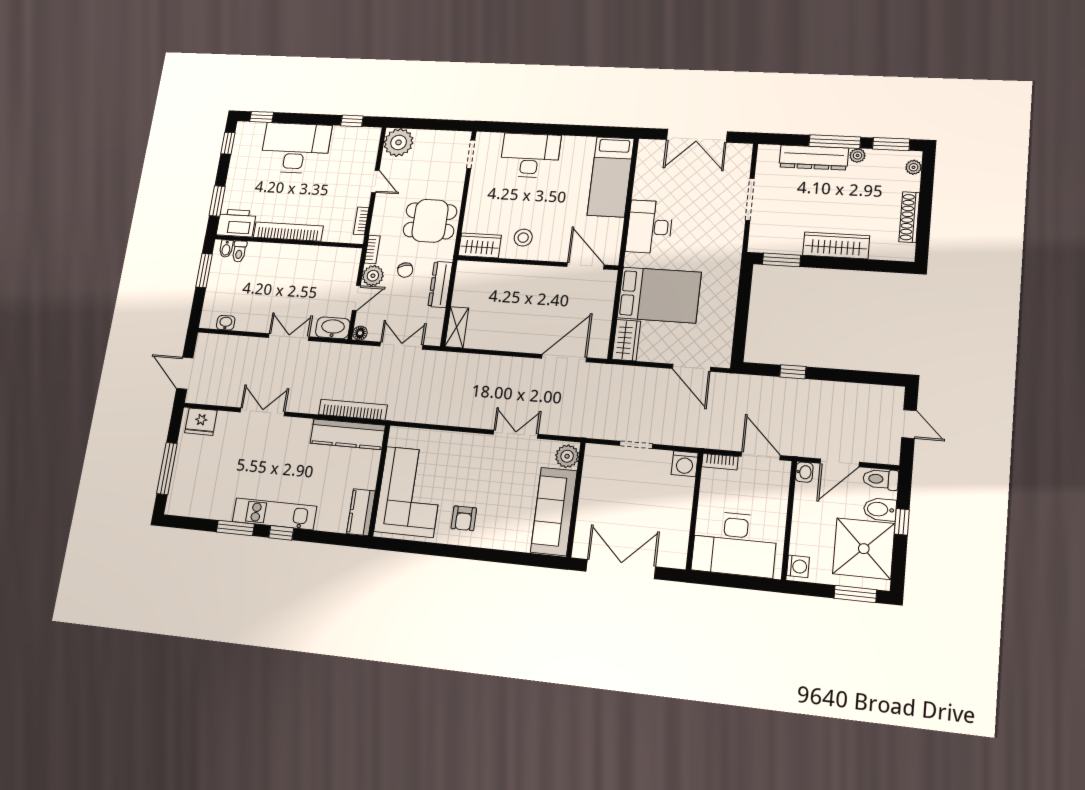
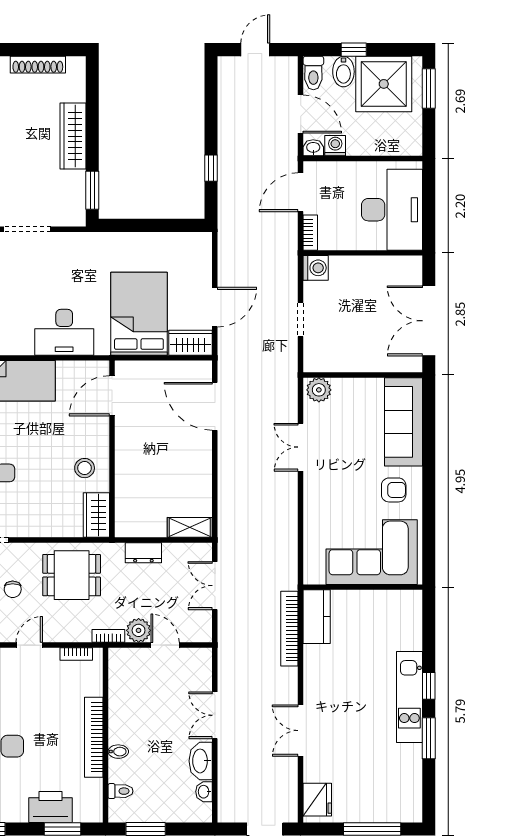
dining table: (430, 221) -> (72, 575), turned 90
printer: (236, 223) -> (50, 807), moved, turned 90
bidet: (226, 249) -> (118, 752), moved
chair: (405, 270) -> (13, 589), moved, turned 105
dresser: (440, 285) -> (143, 553), width x0.70
washbasin: (333, 328) -> (201, 761), moved
floor lamp: (360, 333) -> (204, 634), removed
door: (691, 368) -> (215, 307), moved
kitchen counter: (348, 434) -> (317, 617), width x0.67
sofa: (554, 511) -> (403, 422), moved, turned 90
kitchen counter: (361, 512) -> (398, 602), removed
washing machine: (798, 566) -> (335, 146), moved

